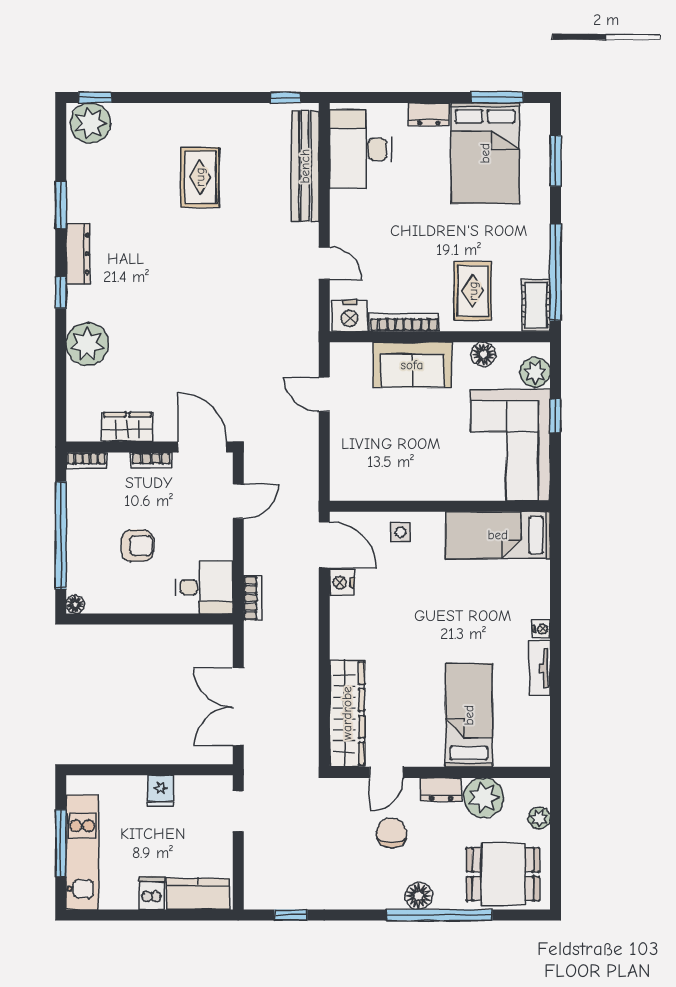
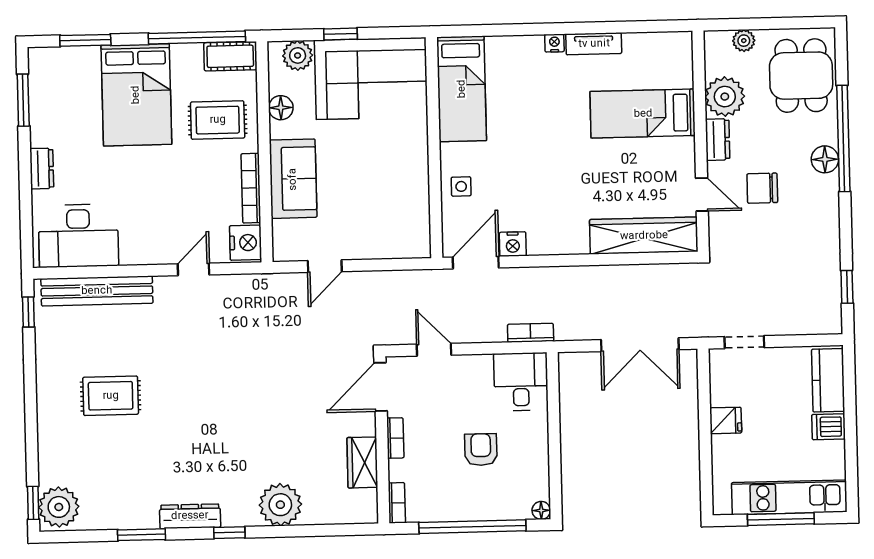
bed: (485, 153) -> (136, 95), moved, turned 90

